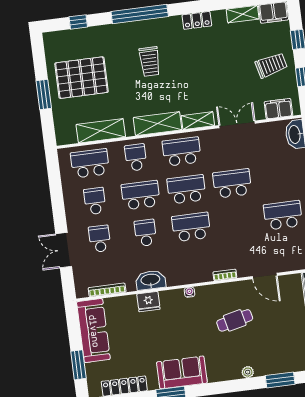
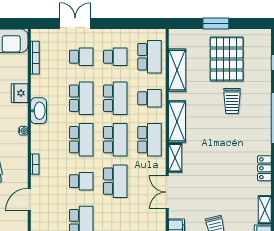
trolley: (150, 61) -> (232, 101), moved, turned -90
double door: (237, 124) -> (167, 192), swing flipped
school desk: (237, 221) -> (81, 181), added
school desk: (145, 233) -> (81, 98), width x1.85
washbasin: (151, 280) -> (38, 111), moved

